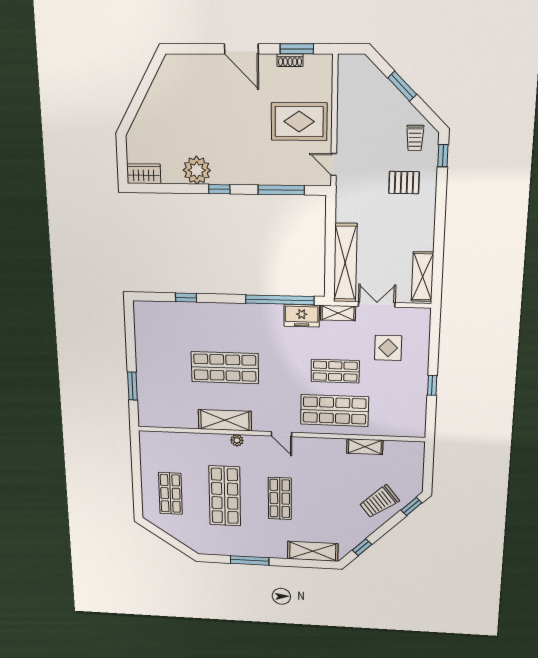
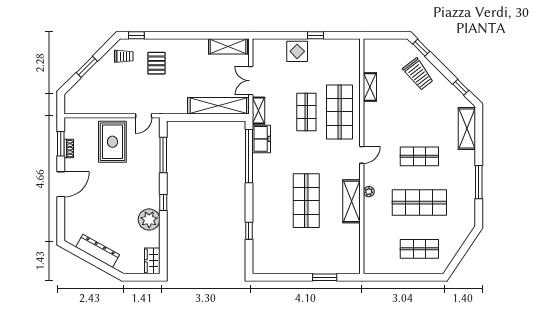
dresser: (154, 100) -> (98, 251), added
display table: (388, 348) -> (297, 51), moved

